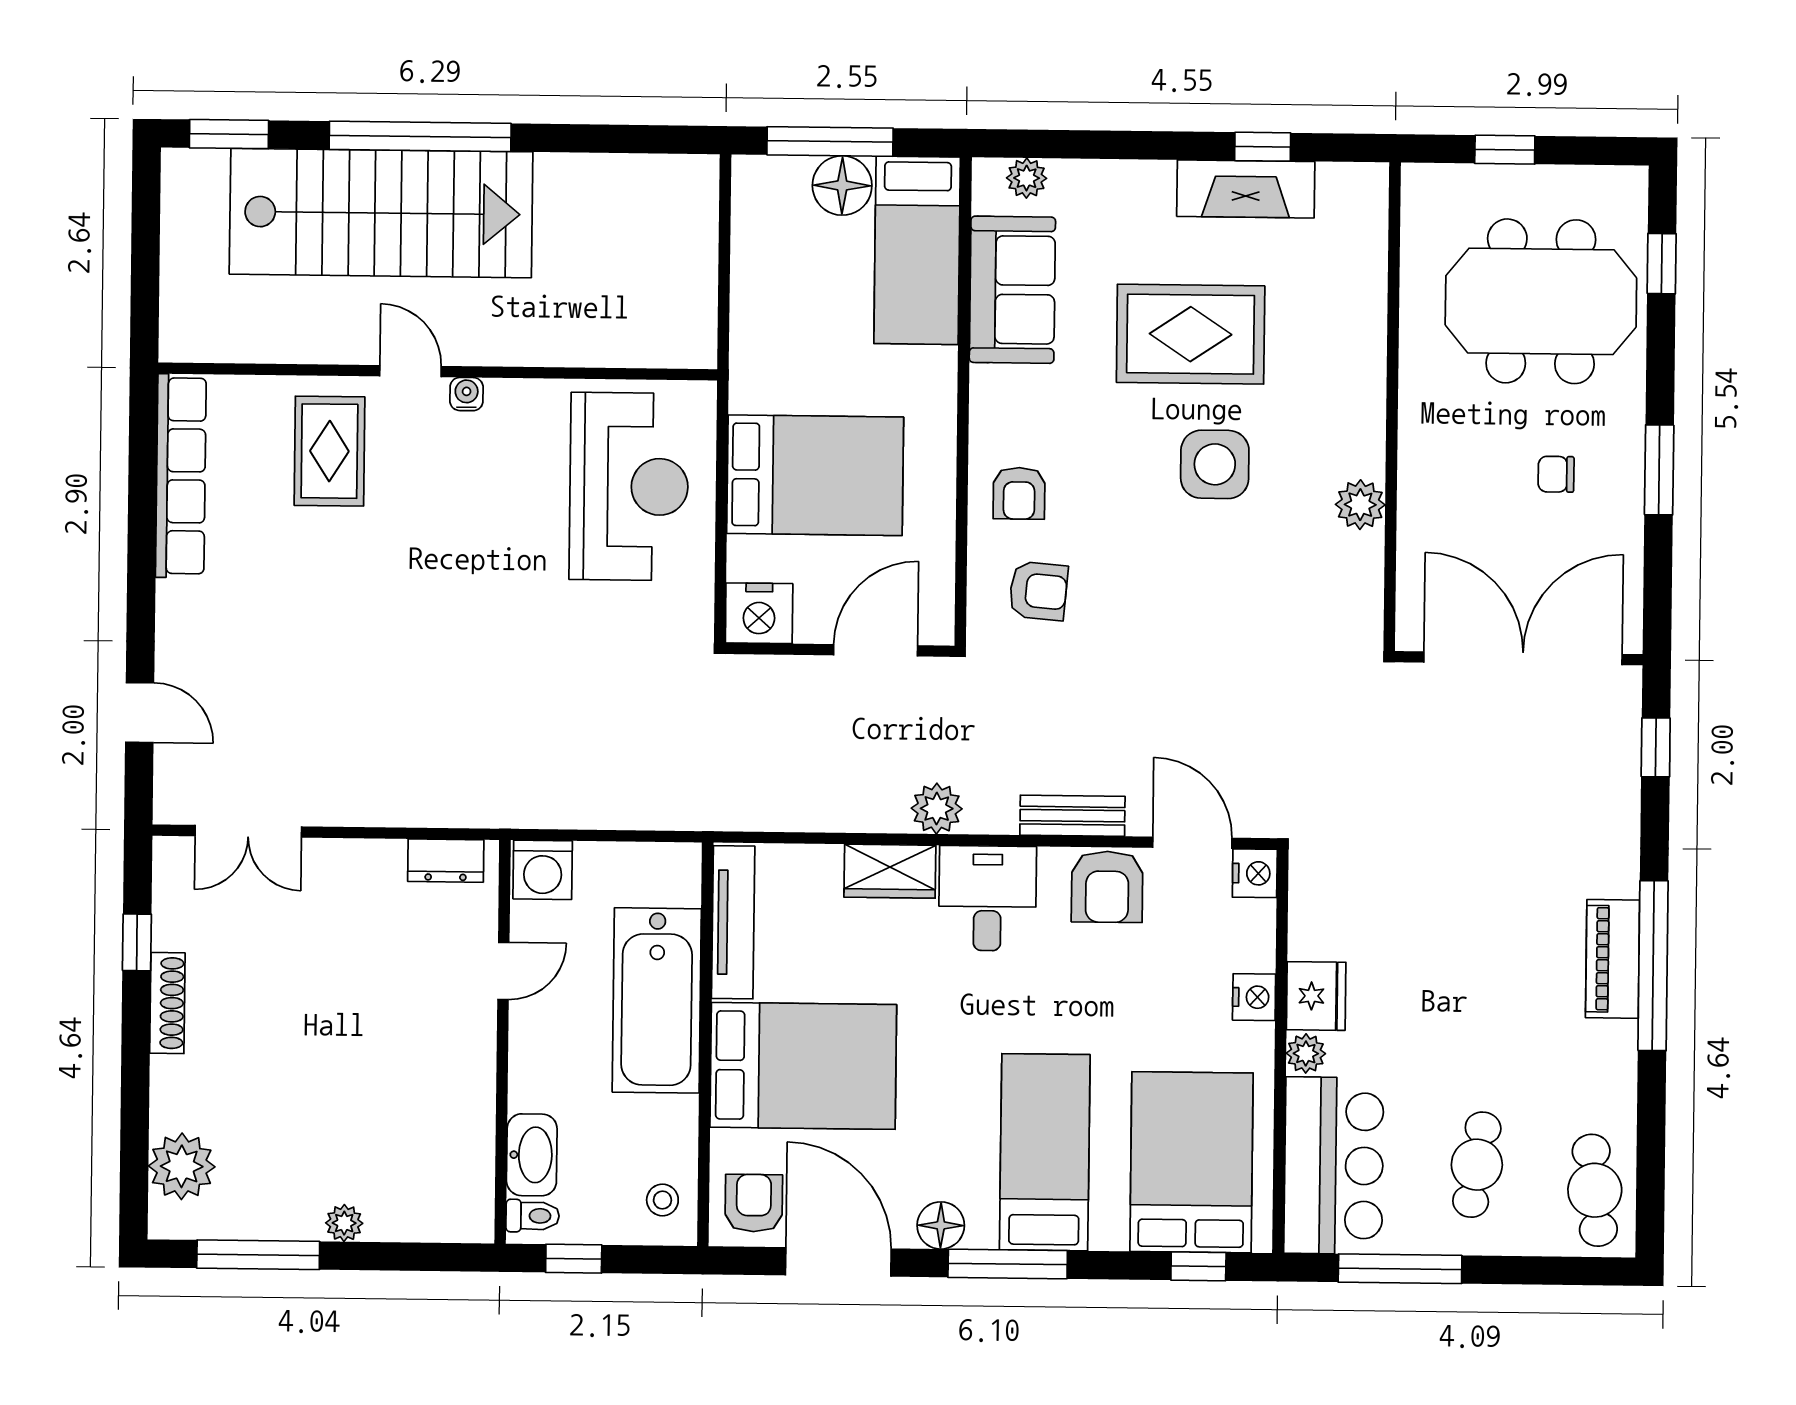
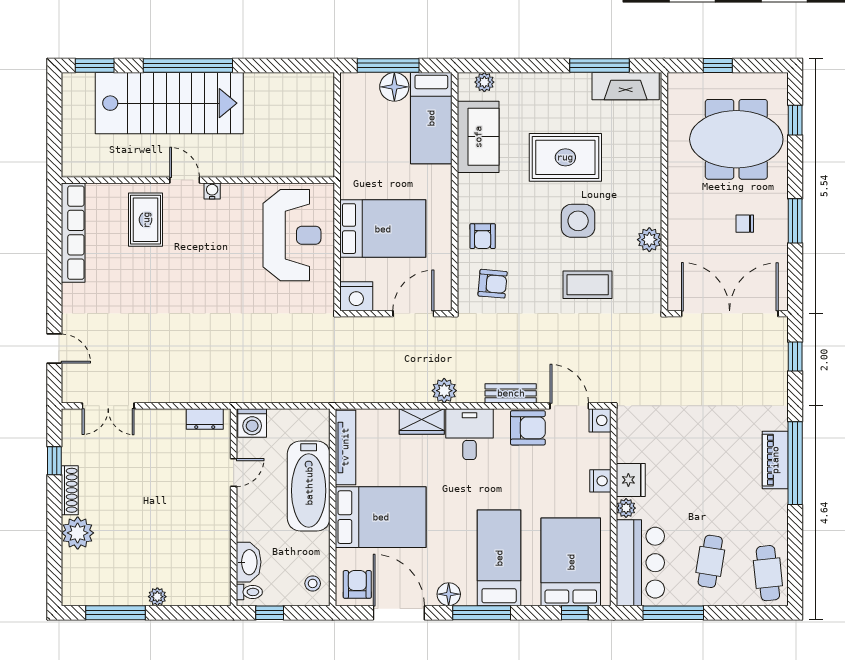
window: (1263, 147) -> (600, 65), width x2.17
fireplace: (1246, 189) -> (626, 86), moved
coffee table: (1233, 595) -> (588, 285), added
armchair: (1107, 887) -> (528, 428), turned -90
plant: (182, 1166) -> (78, 533), moved

